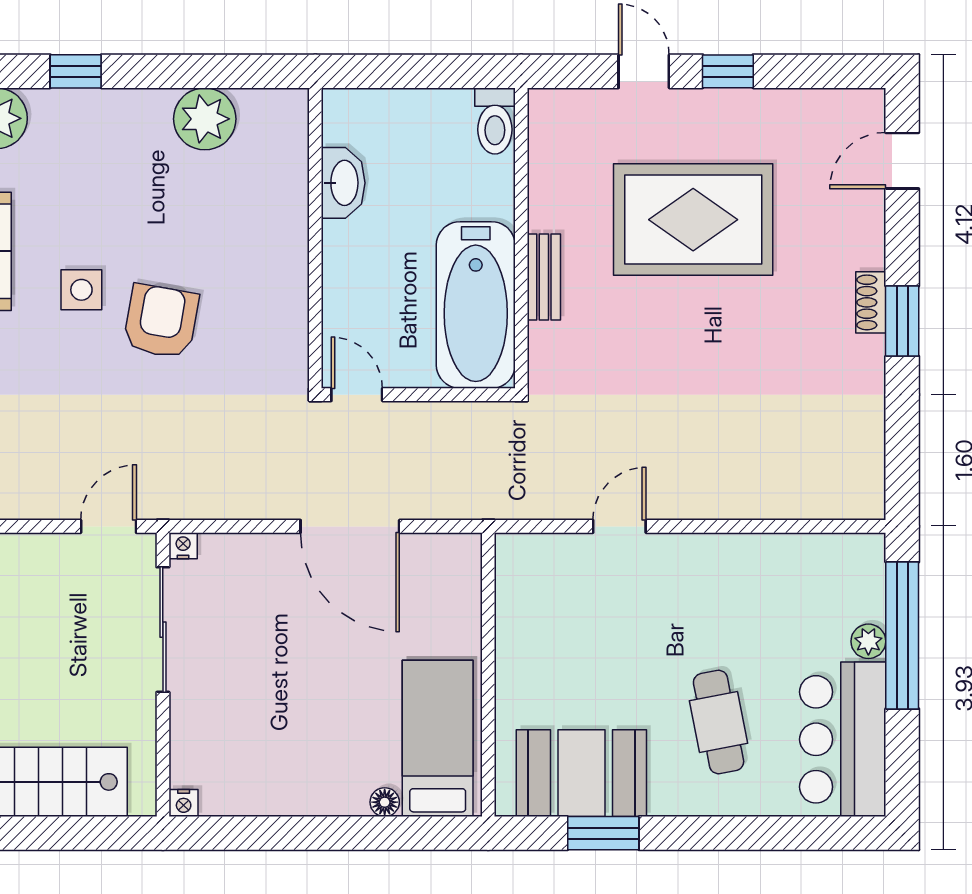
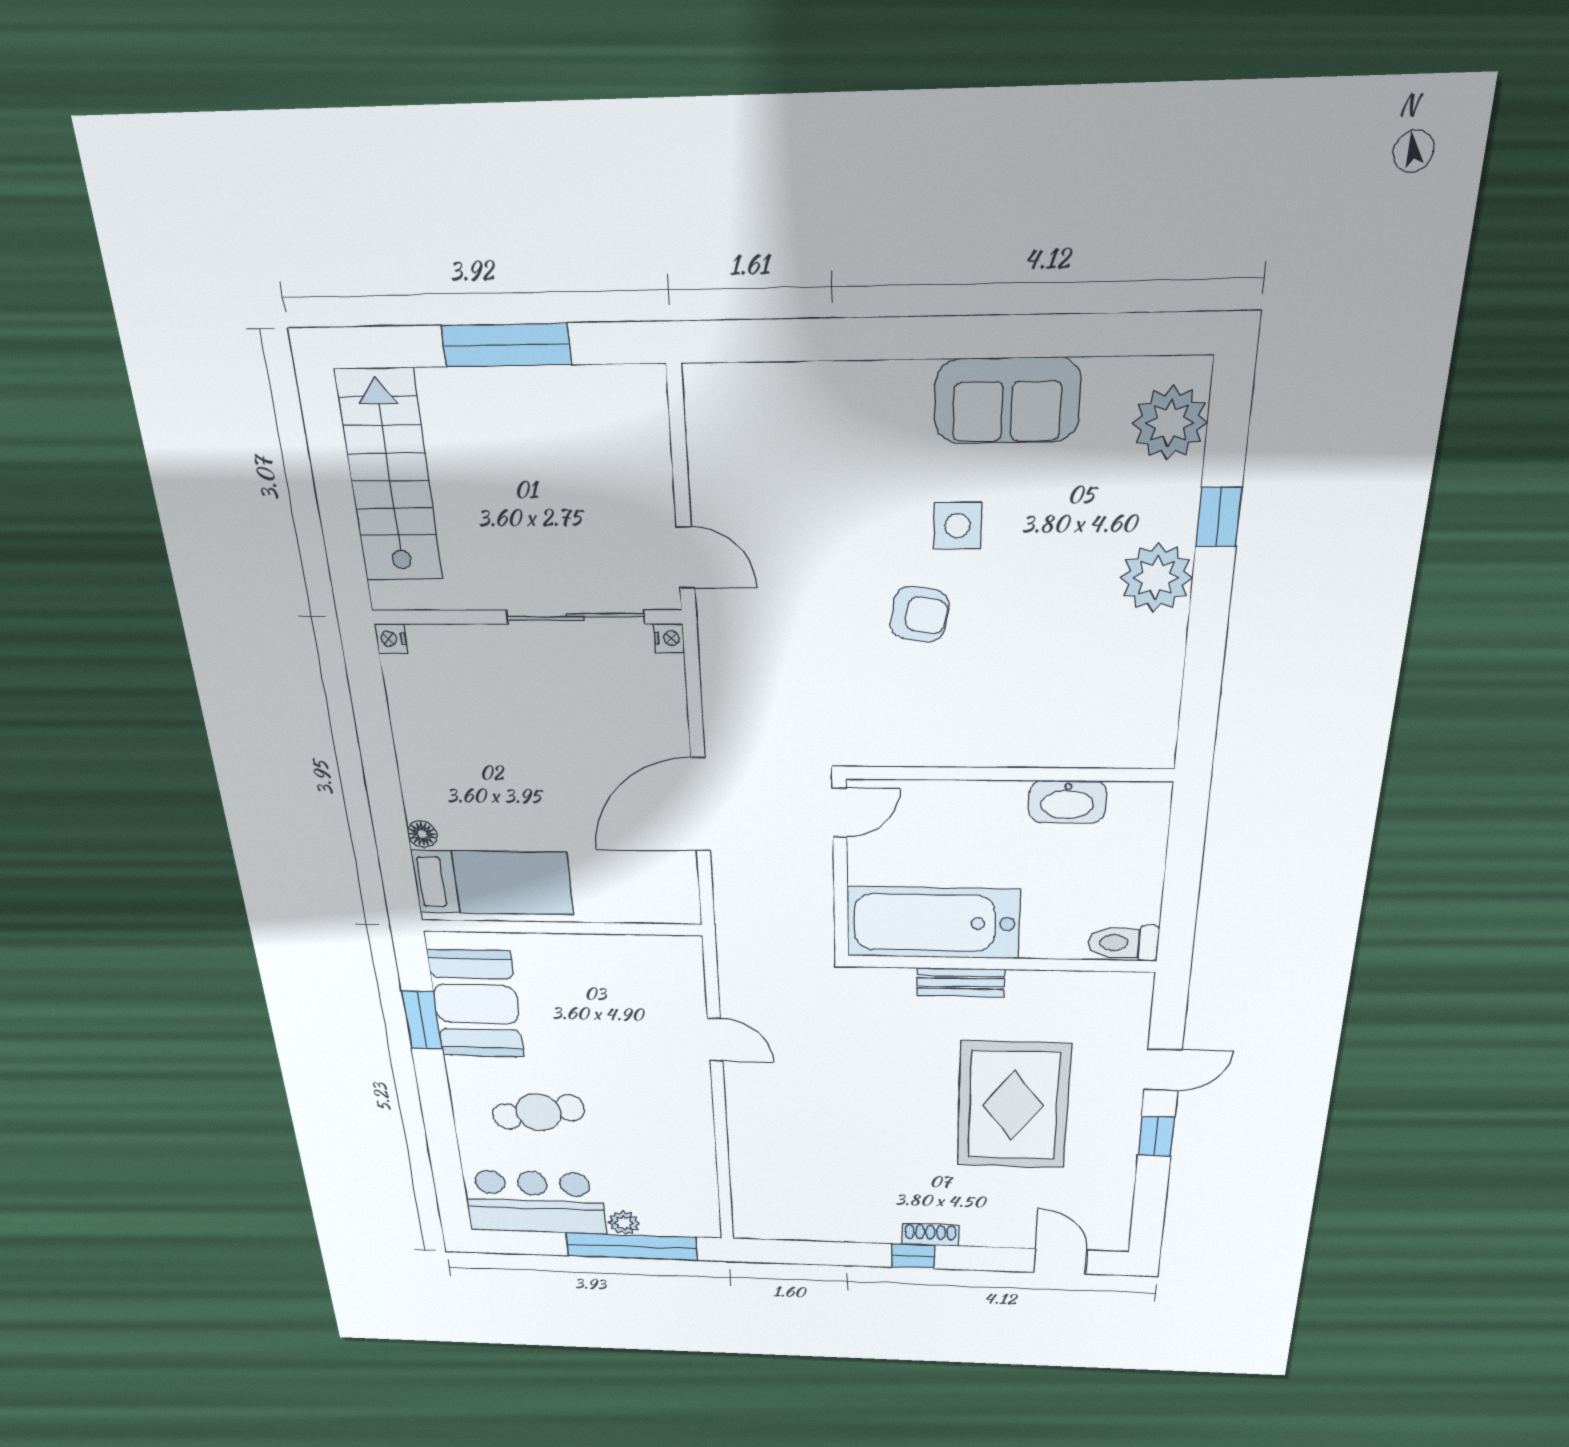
plant: (205, 119) -> (1156, 578), moved
armchair: (161, 321) -> (920, 614), width x0.72, depth x0.72
window: (902, 321) -> (913, 1256), width x0.67

